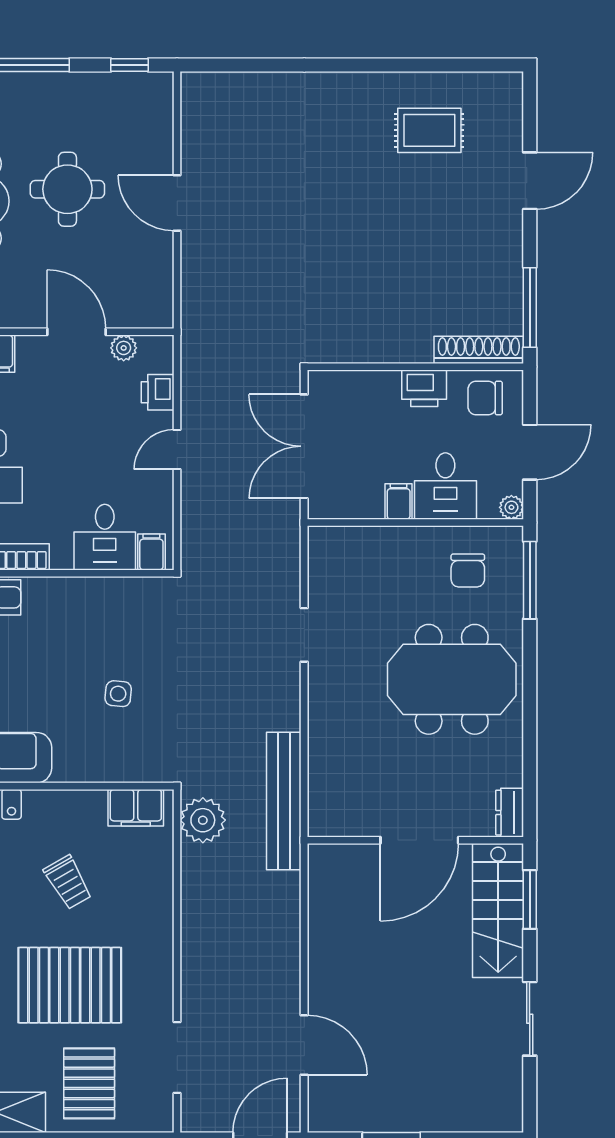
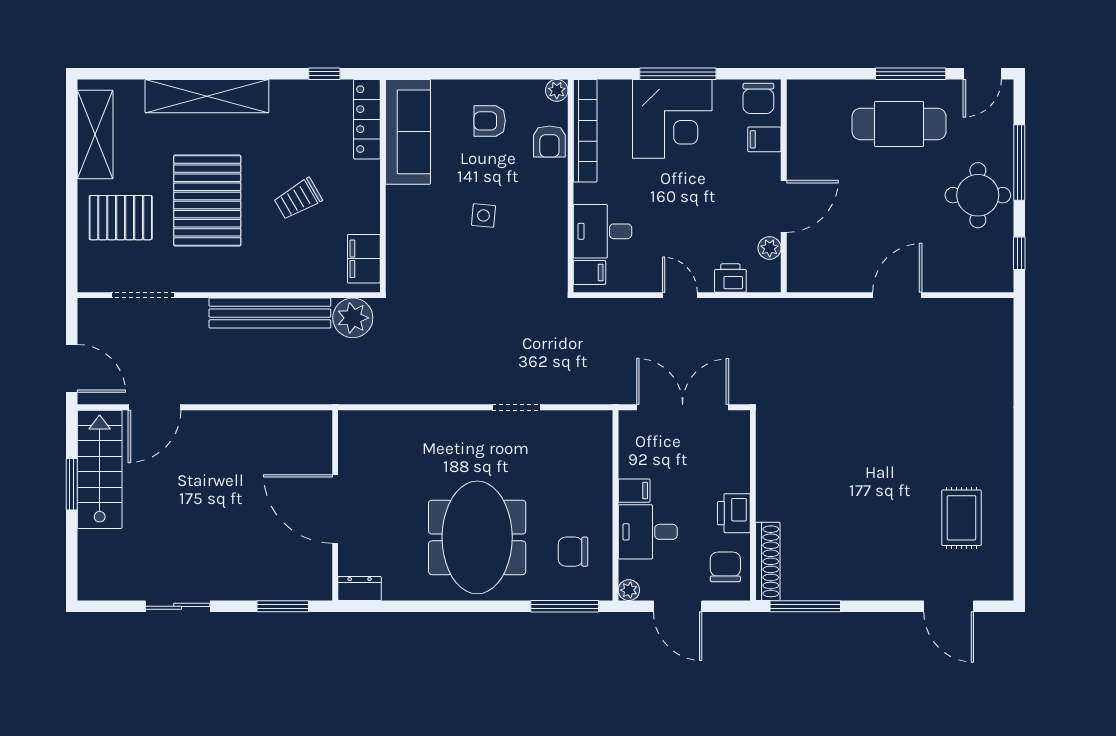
door: (530, 181) -> (949, 606), moved
round table: (67, 189) -> (978, 195), moved
side table: (118, 694) -> (484, 215), moved
bench: (284, 801) -> (270, 313), moved
stairs: (498, 911) -> (100, 469), moved, turned 90

